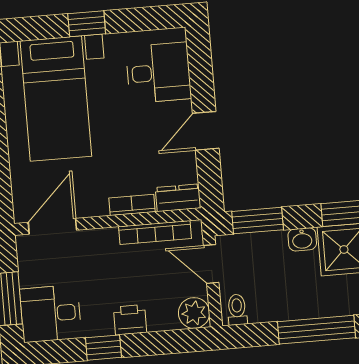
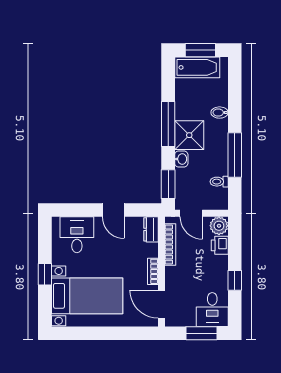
bookcase: (132, 205) -> (153, 271), moved
door: (211, 264) -> (191, 213), hinge flipped
toilet: (237, 310) -> (219, 182), moved
printer: (130, 320) -> (220, 245), moved

